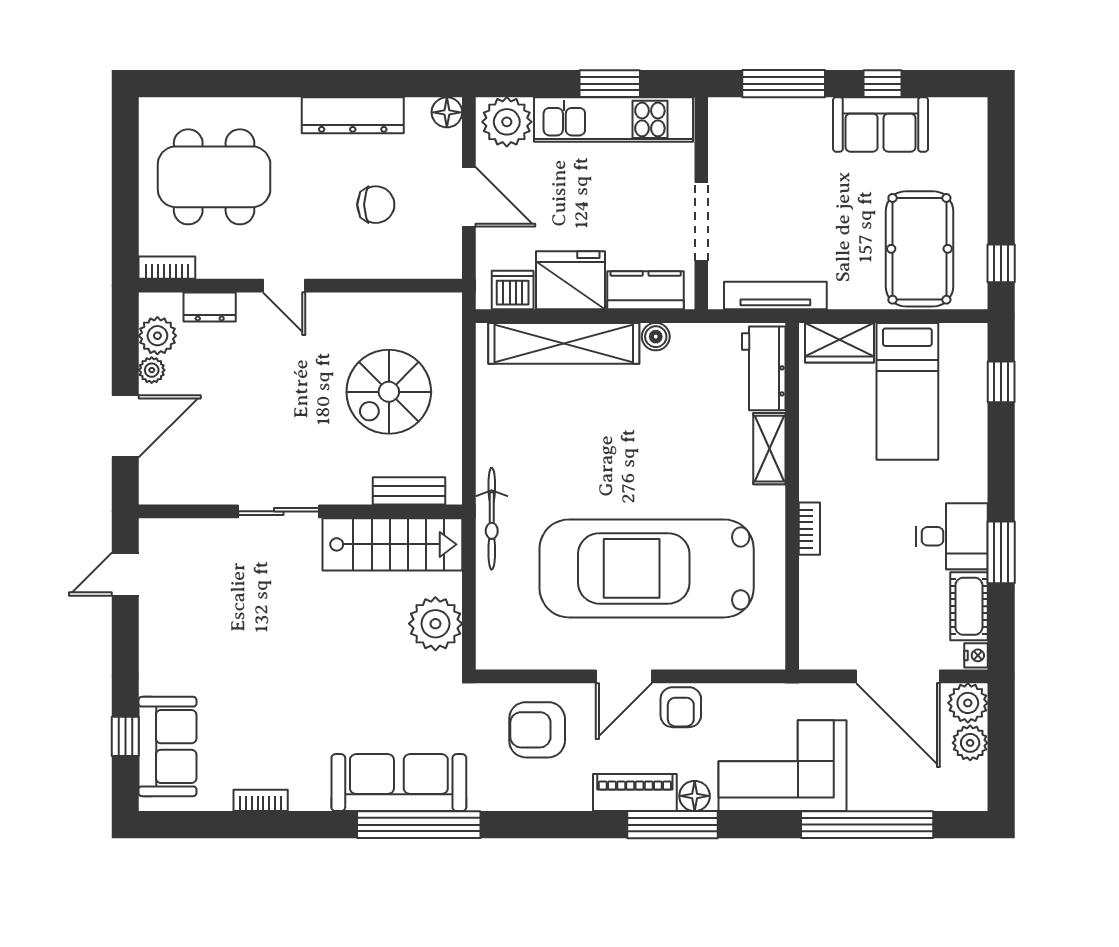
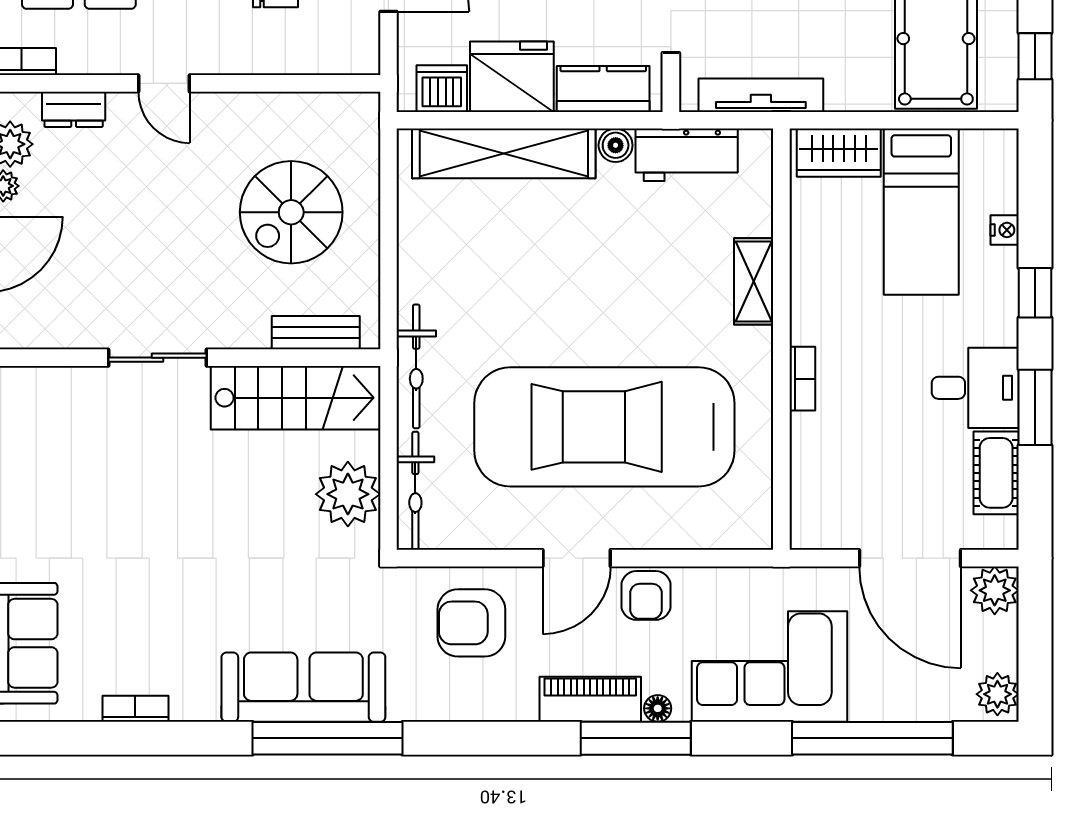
workbench: (764, 368) -> (687, 155), moved, turned -90
window: (1001, 382) -> (1035, 293), moved
bicycle: (491, 621) -> (415, 491), added
nightstand: (976, 655) -> (1005, 230), moved
plant: (970, 743) -> (997, 694), moved
floor lamp: (695, 796) -> (658, 708), width x0.73, depth x0.73

